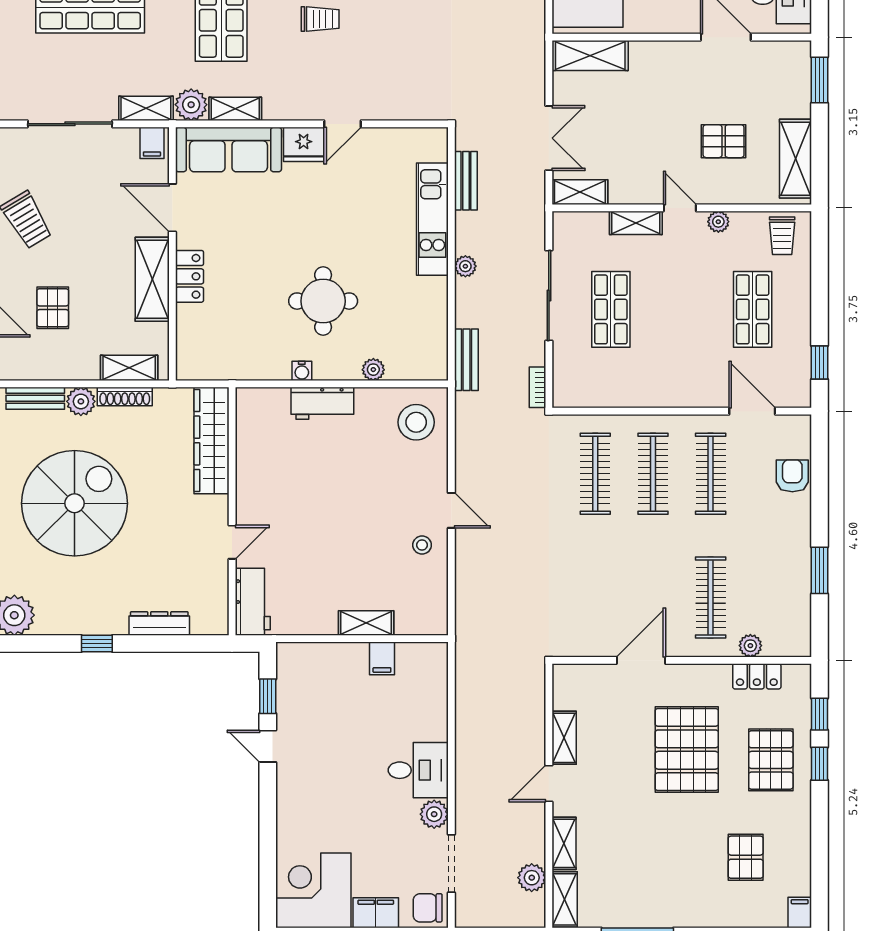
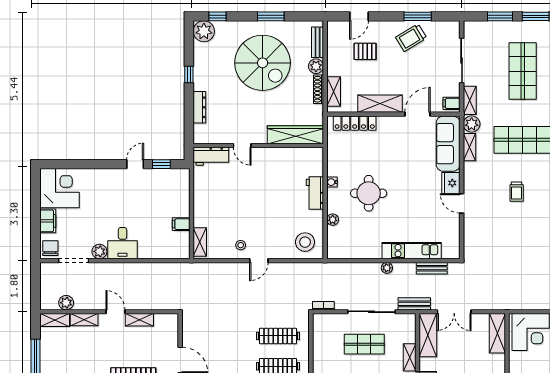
shelving: (580, 192) -> (428, 335), width x1.50, depth x1.33
locker: (190, 276) -> (355, 123), moved, width x1.53
bench: (466, 360) -> (414, 304), moved
shelving: (366, 623) -> (200, 242), moved

